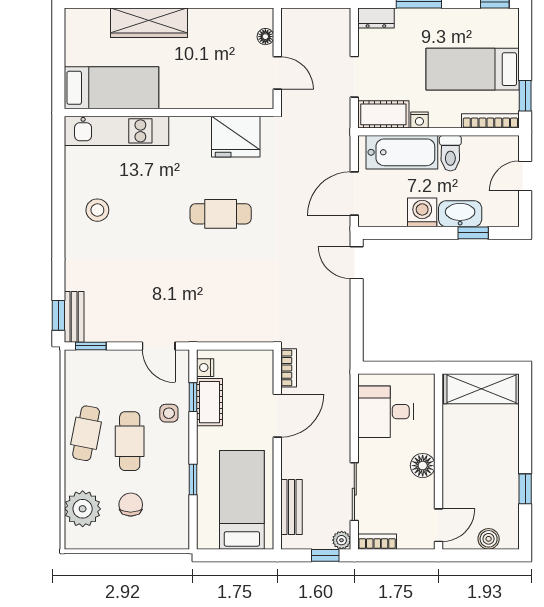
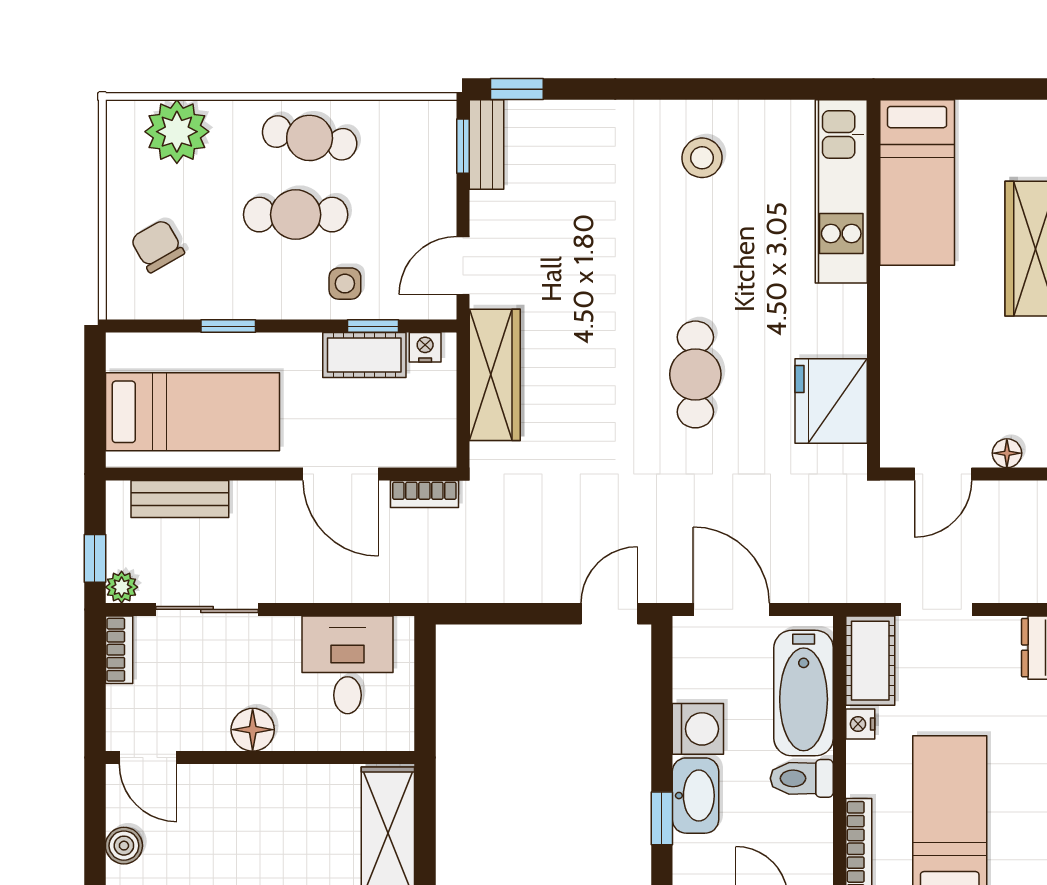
bench: (74, 317) -> (486, 145), moved, turned 90
wardrobe: (221, 328) -> (495, 375), added
chair: (131, 505) -> (157, 246), moved, turned -120

